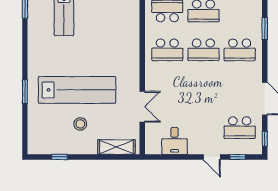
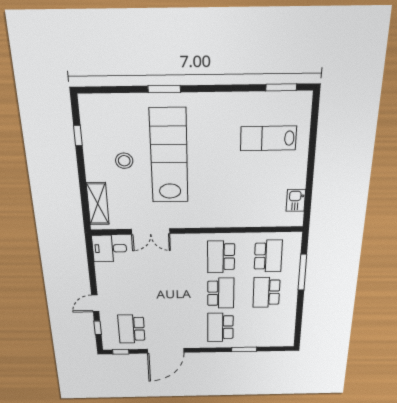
school desk: (203, 50) -> (221, 293), turned 180
lab bench: (77, 90) -> (169, 156), turned 180
desk: (175, 141) -> (109, 248), moved

